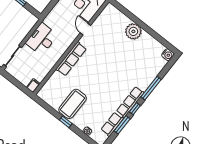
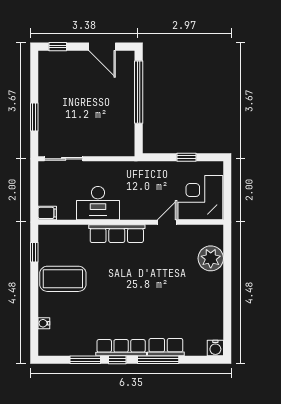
plant: (133, 31) -> (211, 258), moved
desk: (42, 39) -> (98, 203), moved, turned 180
window: (66, 122) -> (34, 252), moved
row of seats: (112, 124) -> (166, 347), moved

